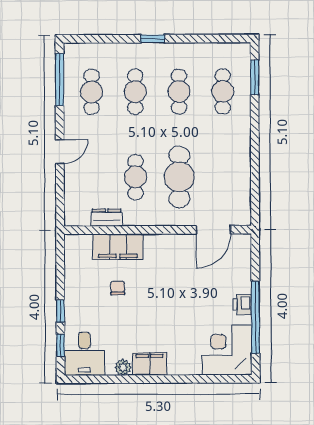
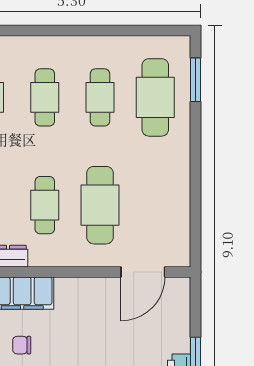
window: (153, 39) -> (67, 31), removed
cafe table: (223, 91) -> (155, 97), width x1.37, depth x1.35
chair: (118, 288) -> (22, 345), turned -90

